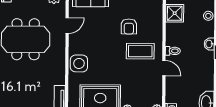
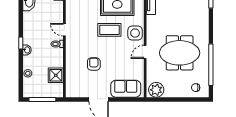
door: (67, 26) -> (145, 52), moved
coffee table: (140, 51) -> (109, 30), moved

